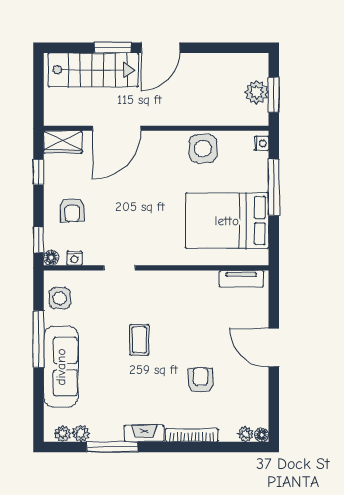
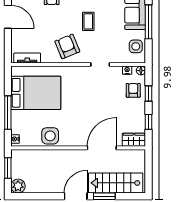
plant: (257, 92) -> (18, 186), moved
armchair: (72, 210) -> (133, 90), moved
window: (39, 240) -> (149, 94), moved
armchair: (174, 298) -> (67, 46), added

